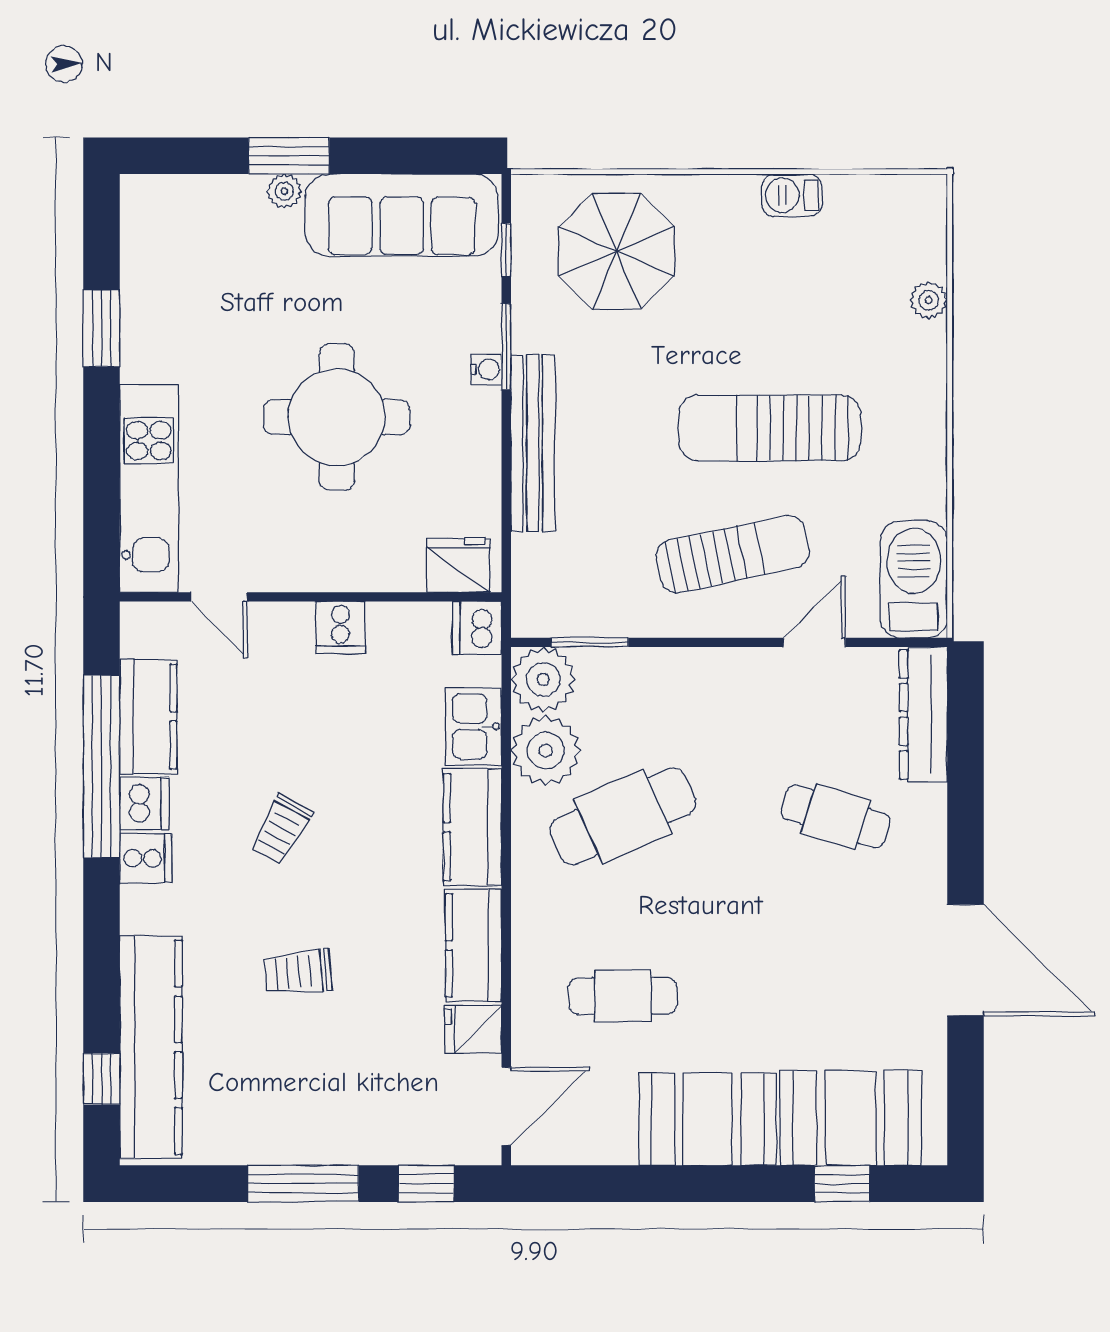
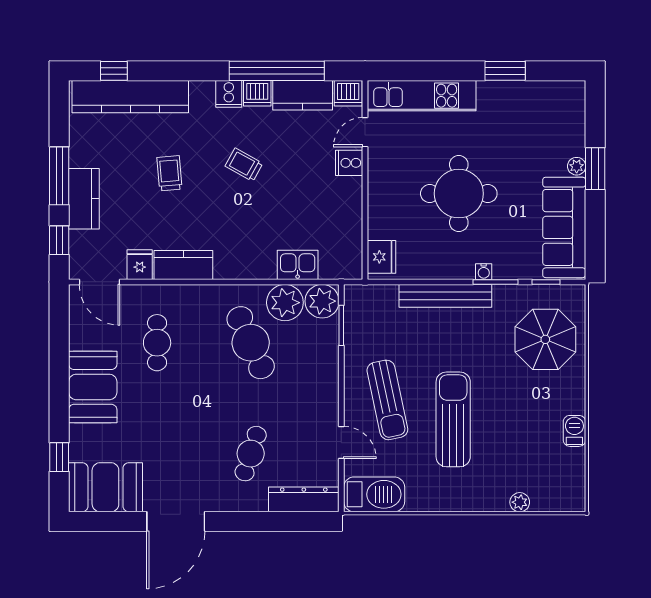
cooker: (340, 627) -> (349, 163), moved
dishwasher: (477, 628) -> (348, 93), moved, turned 180
kitchen counter: (472, 827) -> (84, 199), moved, turned 90
booth: (851, 1118) -> (105, 487), moved, turned 90

